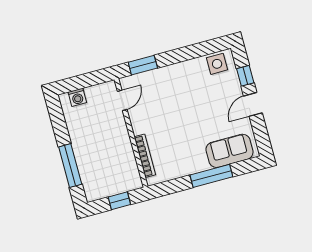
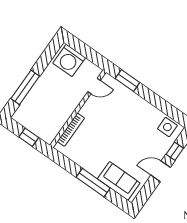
washing machine: (77, 97) -> (69, 60), width x1.89, depth x1.89

